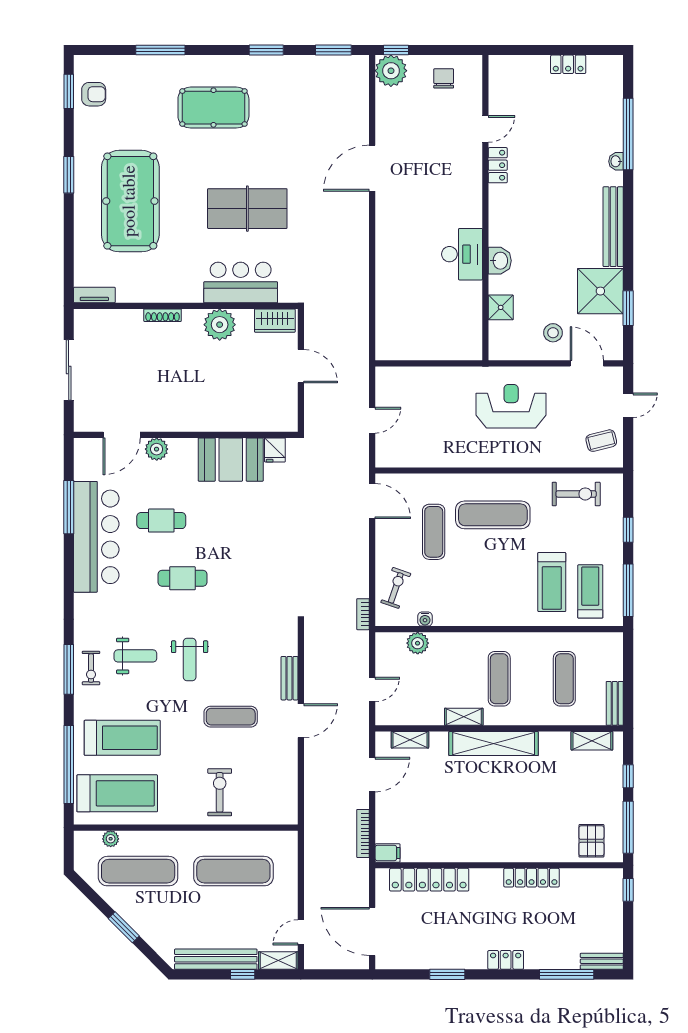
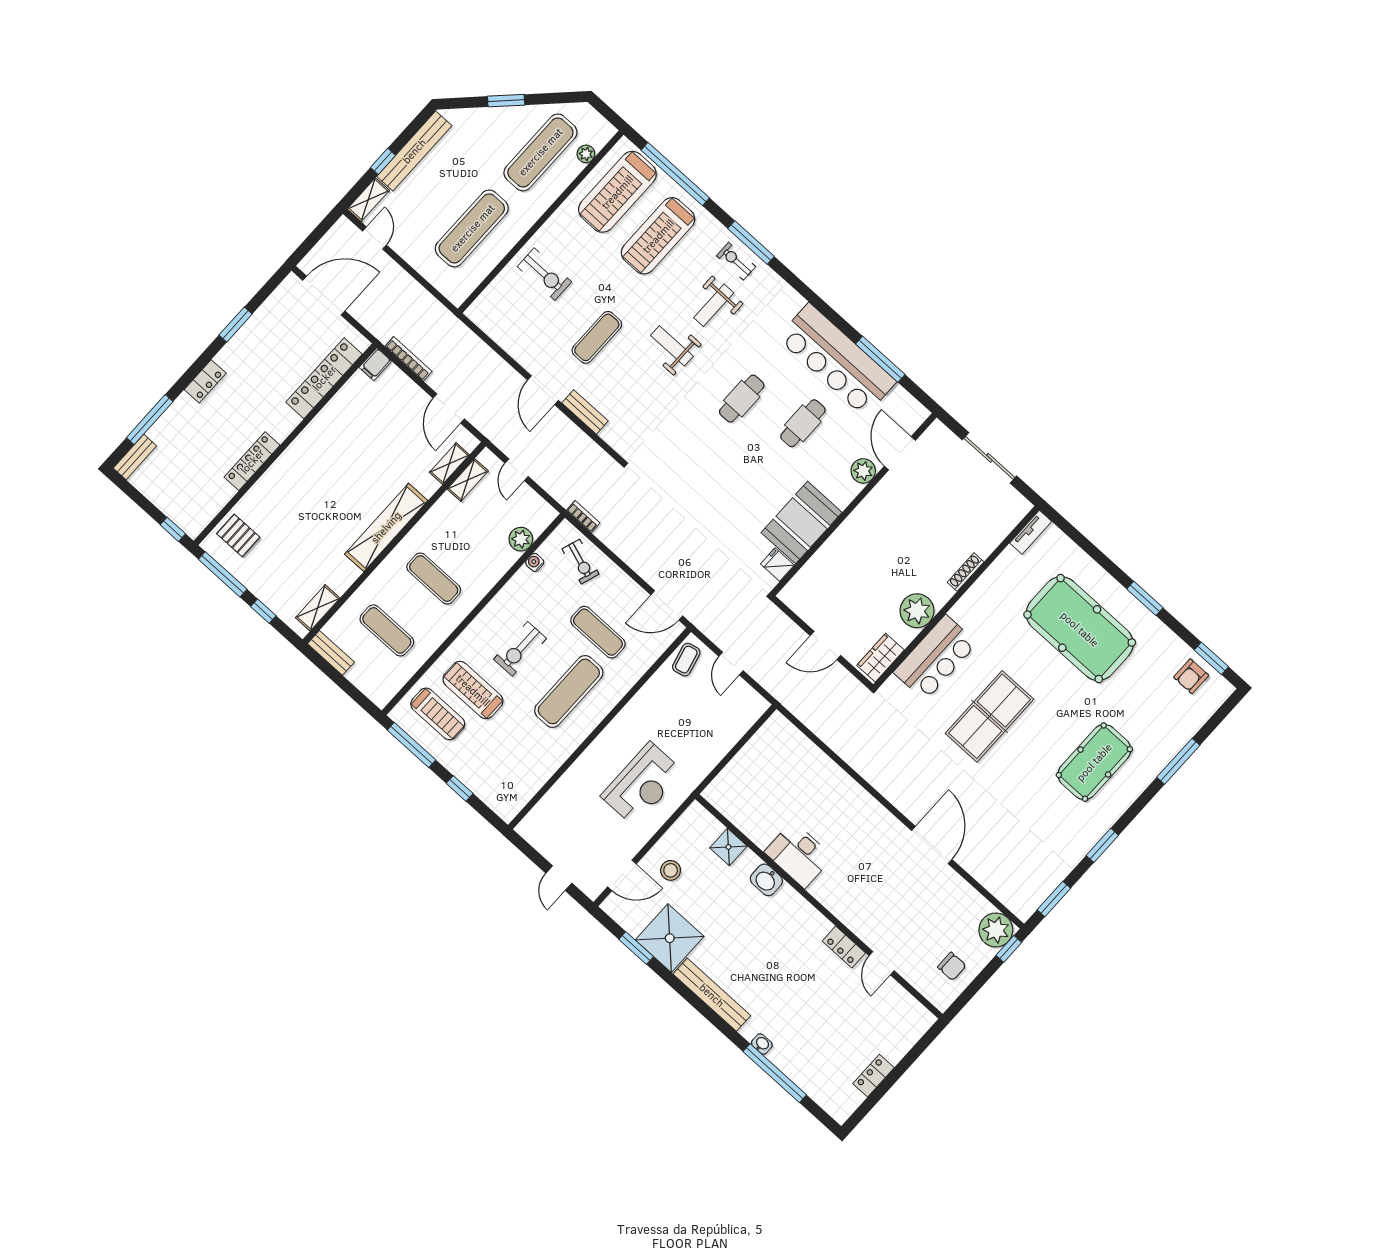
coffee table: (601, 441) -> (686, 660), moved
exercise bike: (576, 494) -> (520, 649), moved
shelving: (464, 717) -> (468, 480), moved

